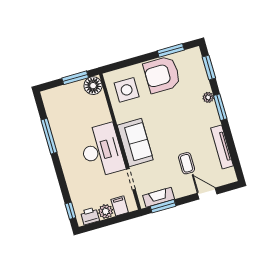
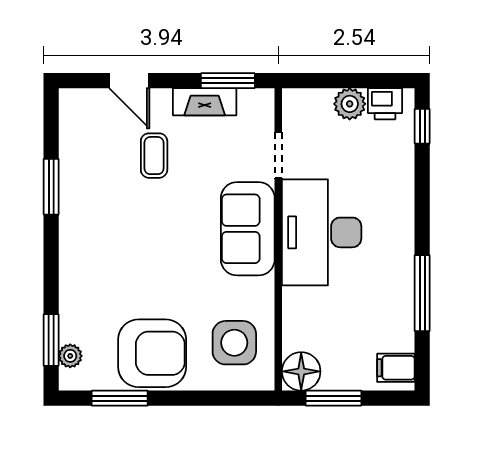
plant: (208, 97) -> (70, 356), moved
window: (220, 107) -> (51, 187), moved
tv unit: (222, 147) -> (71, 168), removed
fireplace: (159, 197) -> (205, 102), moved
filing cabinet: (120, 206) -> (396, 368), moved, turned 90

